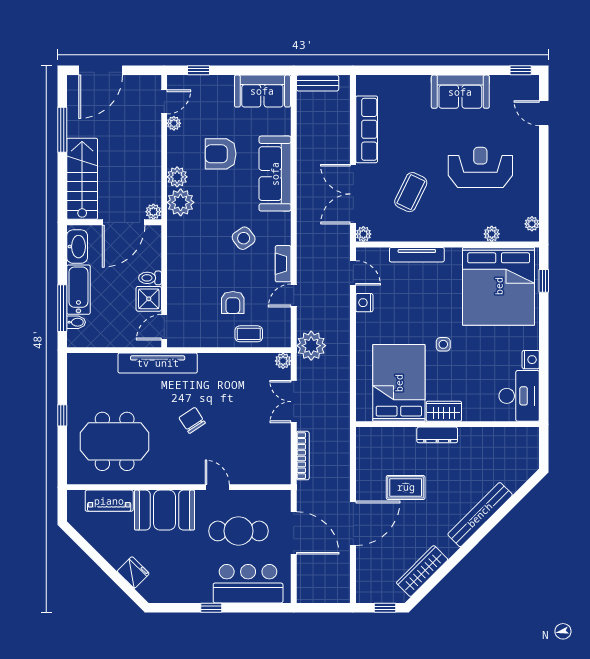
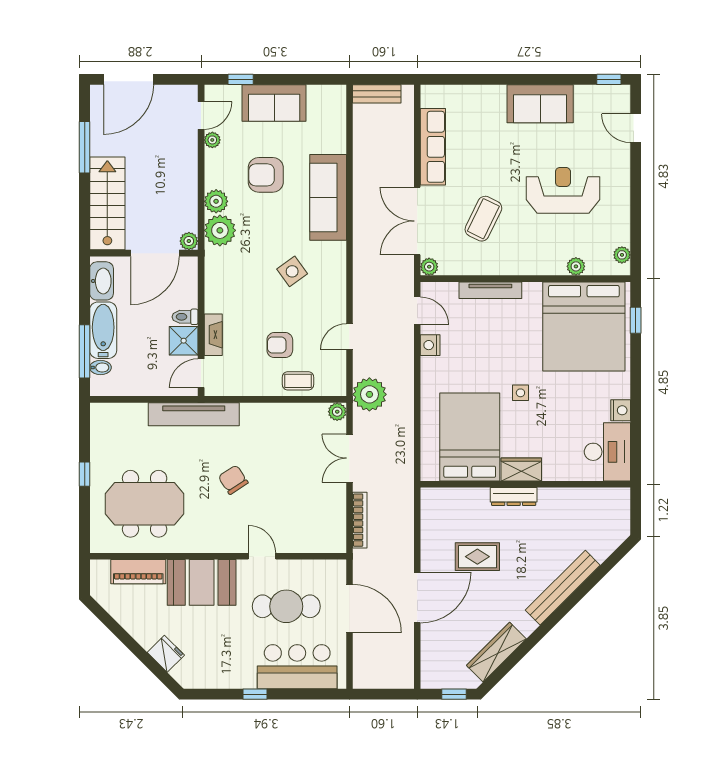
sofa: (262, 91) -> (274, 103), moved
fireplace: (283, 264) -> (213, 335), moved, turned 180
armchair: (233, 303) -> (280, 345), turned 90

